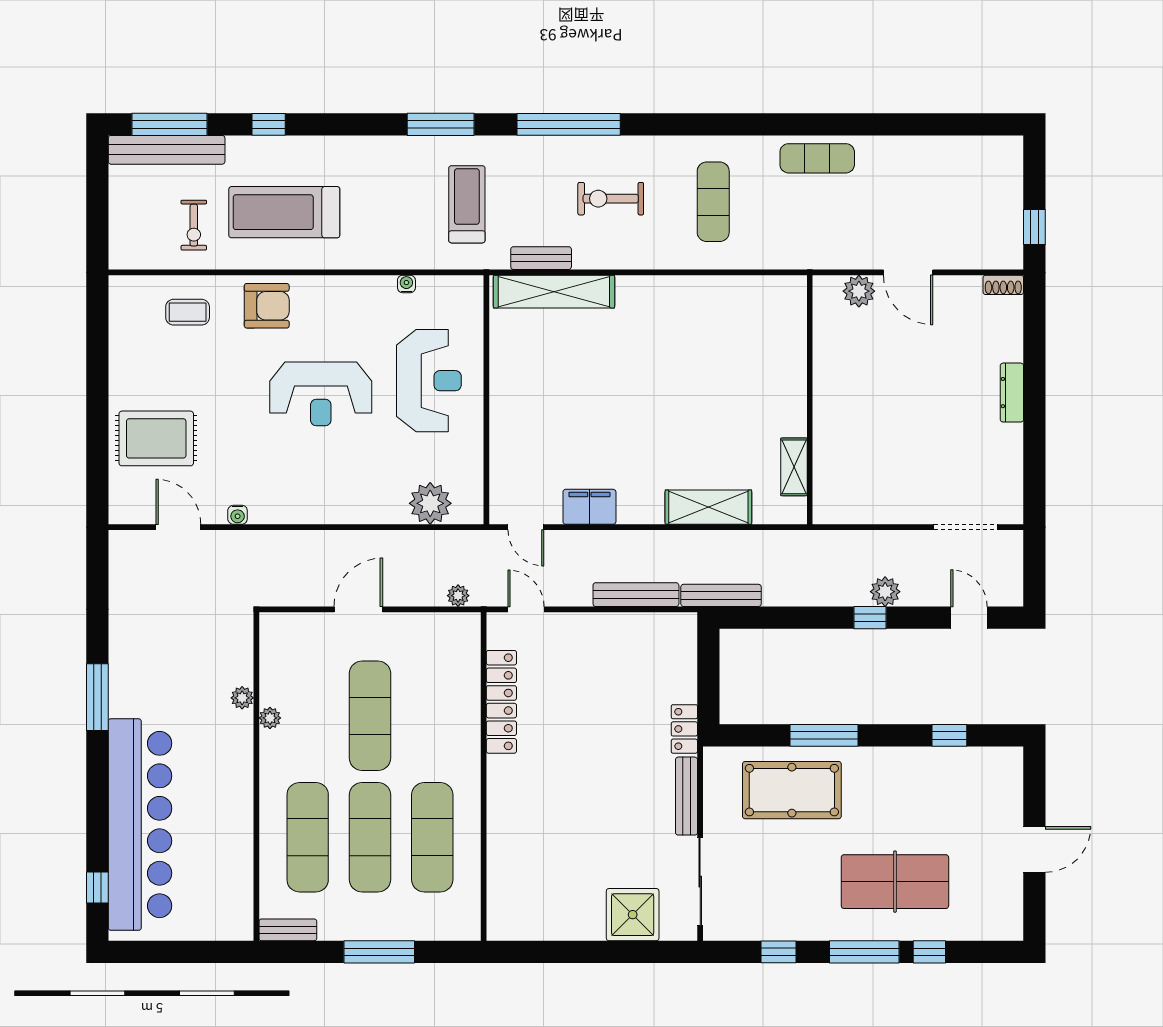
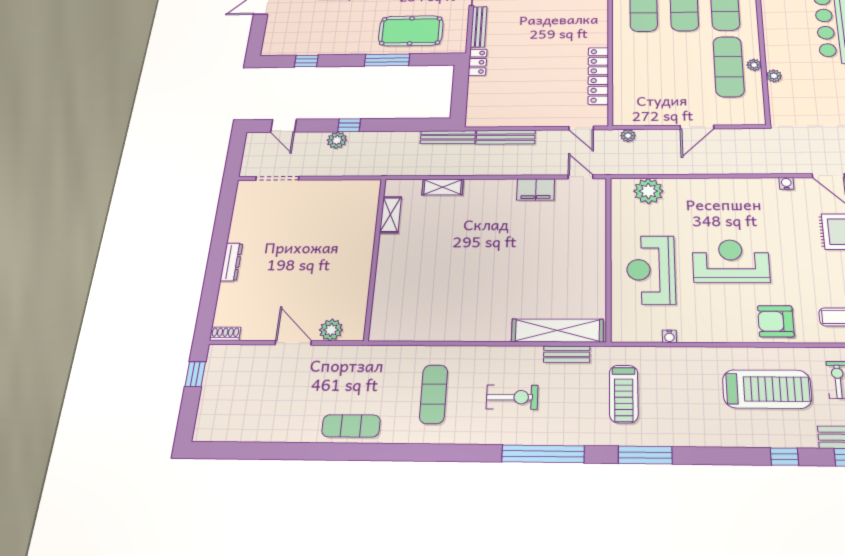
shelving: (708, 507) -> (443, 187), width x0.67, depth x0.75
exercise mat: (370, 716) -> (729, 67), moved

